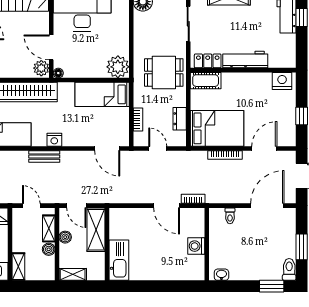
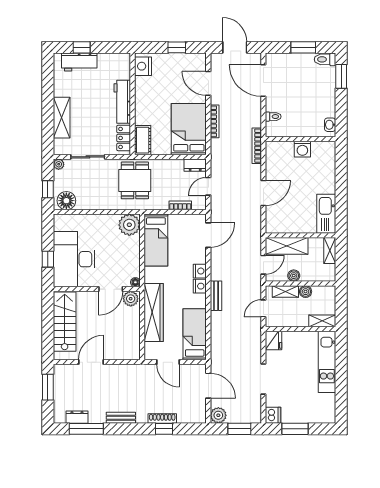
dresser: (180, 119) -> (195, 165), moved
nightstand: (70, 140) -> (200, 271), added
bookcase: (193, 199) -> (257, 146), width x1.56
door: (167, 206) -> (263, 193), moved
kitchen sink: (119, 260) -> (326, 214), moved, turned -90
shelving: (73, 274) -> (330, 251), moved

